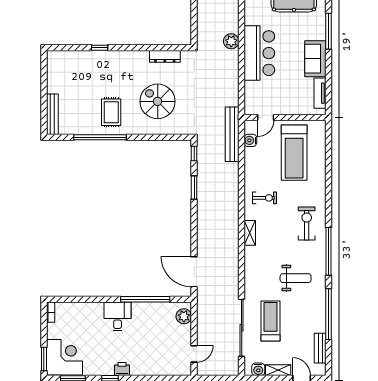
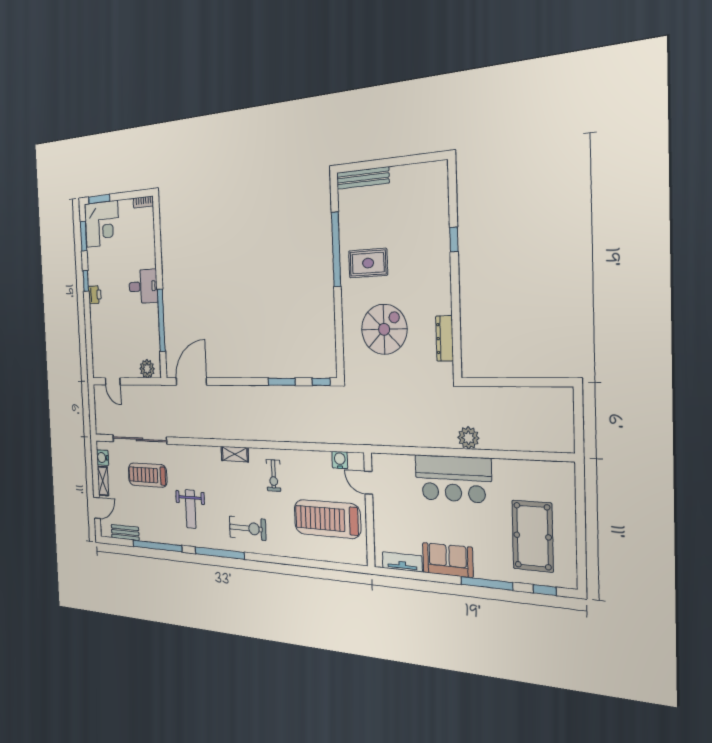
bench: (232, 134) -> (346, 435), removed
treadmill: (271, 321) -> (148, 475), turned 180

